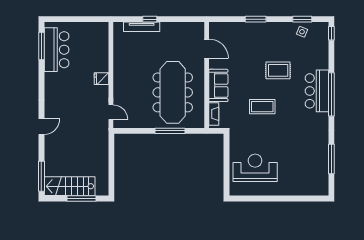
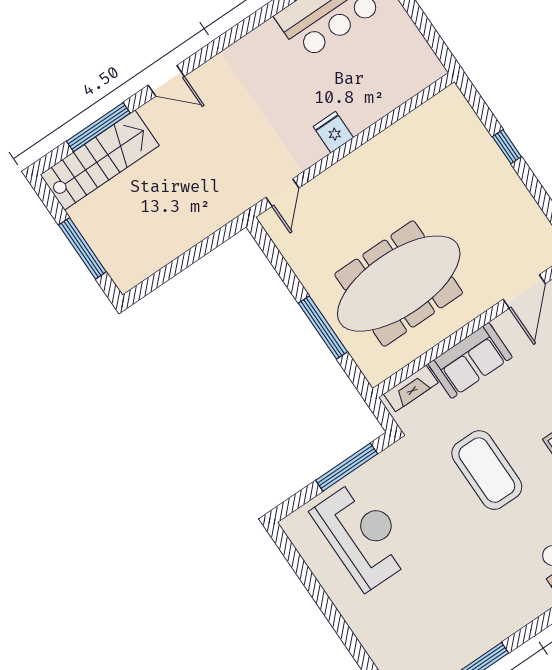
tv unit: (142, 27) -> (482, 141), removed
coffee table: (262, 107) -> (487, 470), width x1.36, depth x1.32
window: (226, 157) -> (347, 467), added
window: (41, 176) -> (98, 127), moved
stairs: (70, 186) -> (100, 160), moved, turned 90

